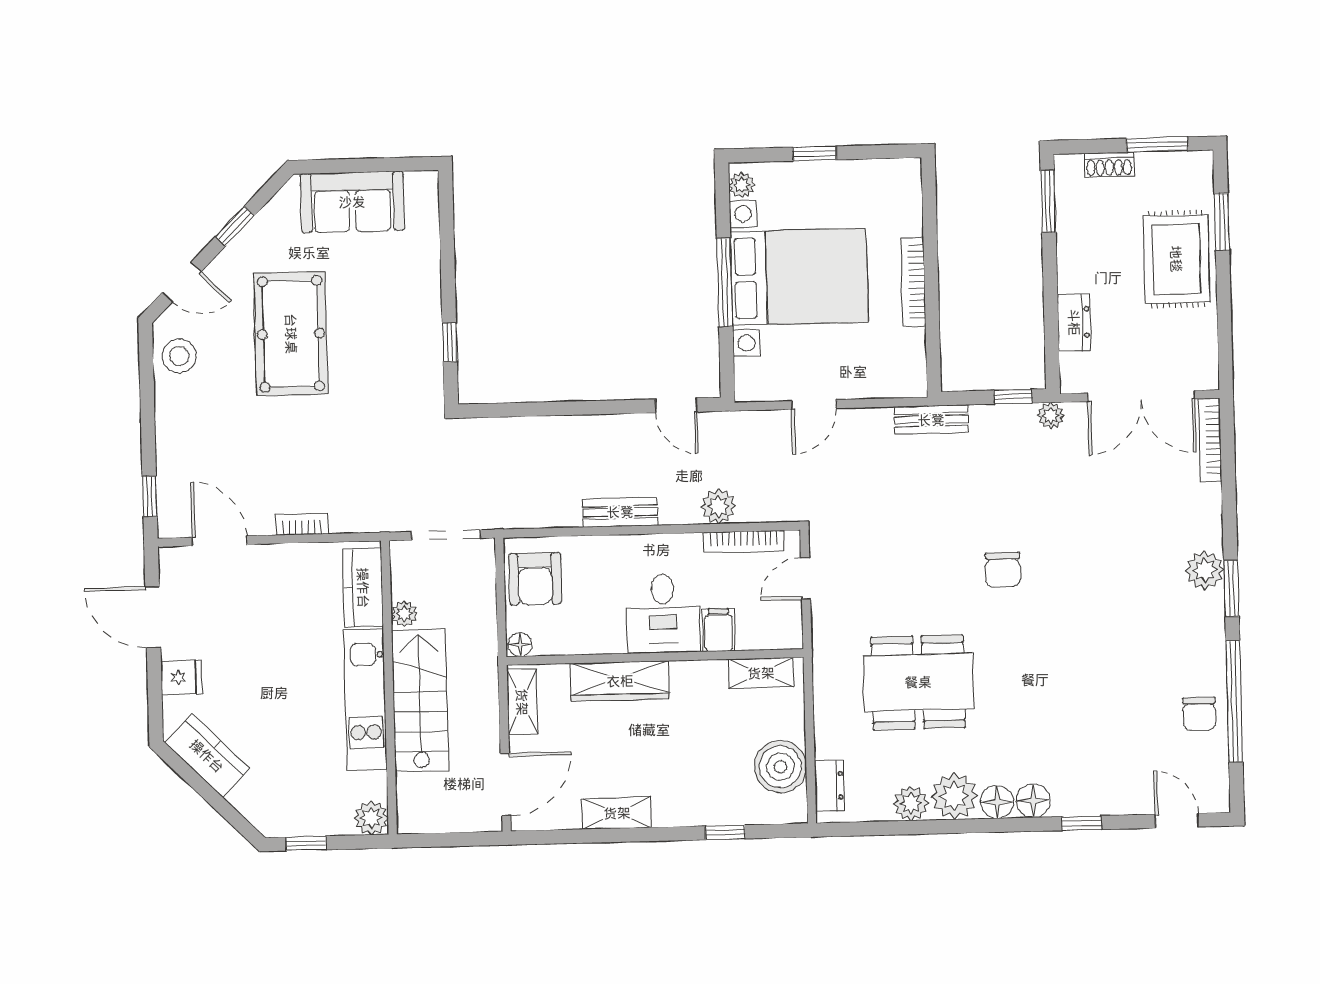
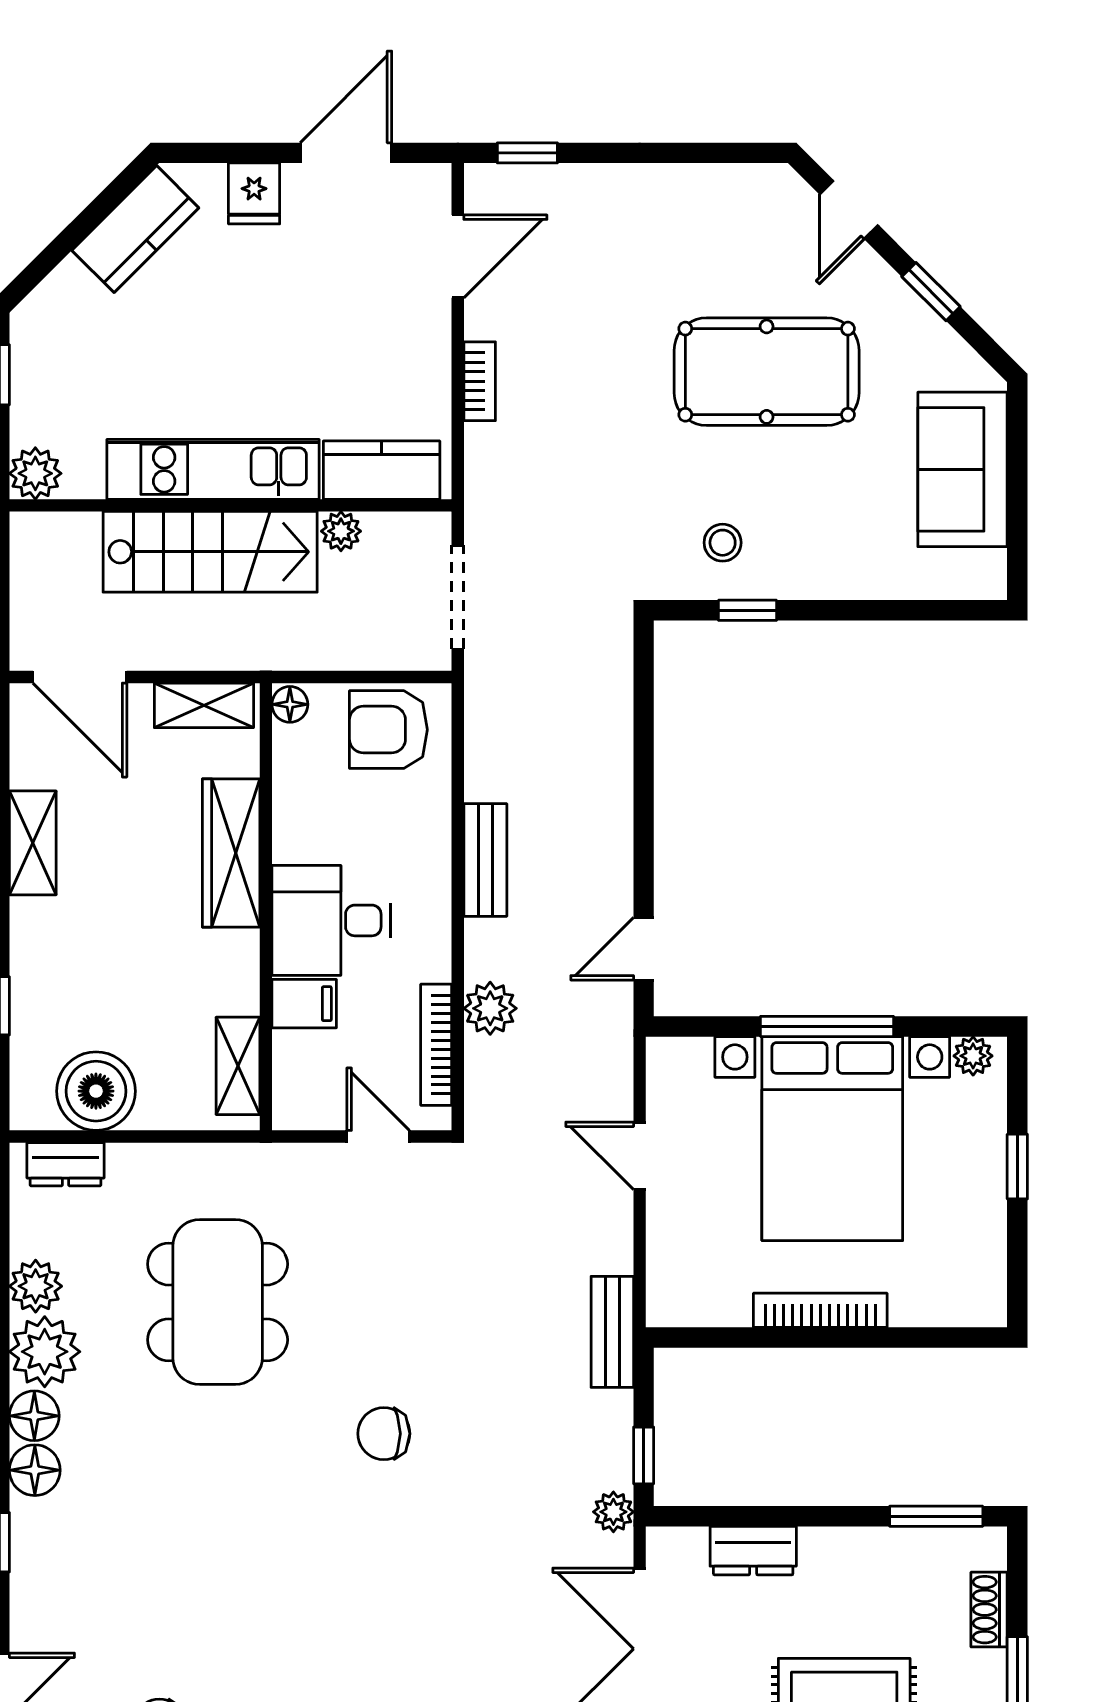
stool: (179, 356) -> (723, 543), moved, width x0.73, depth x0.73

